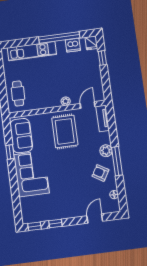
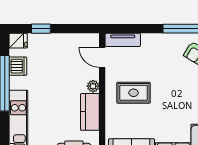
kitchen counter: (47, 101) -> (90, 112), added
rug: (65, 131) -> (134, 93), width x0.73, depth x0.70
plant: (106, 151) -> (167, 41), removed

